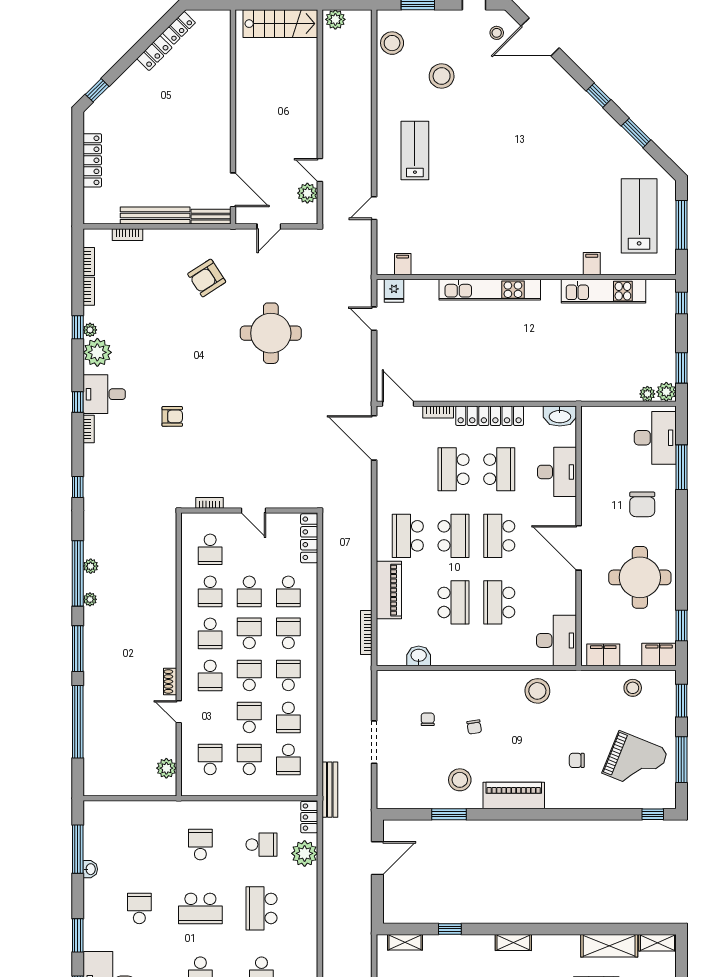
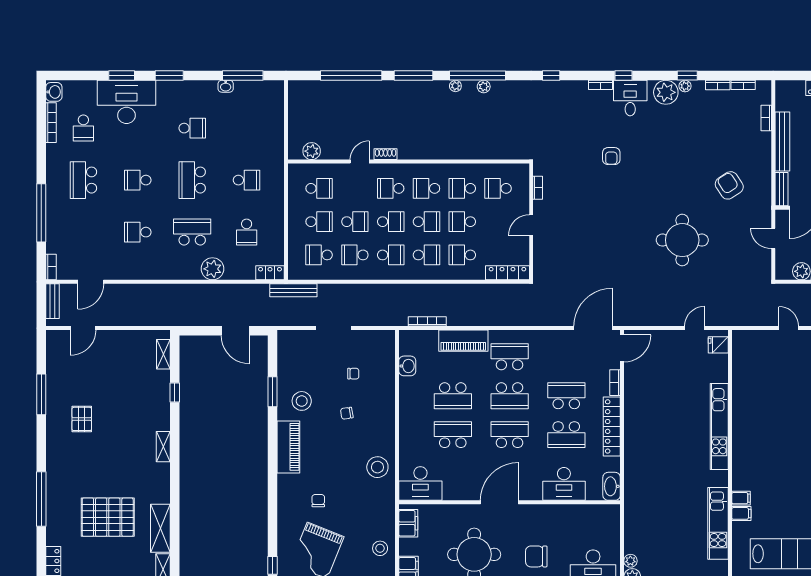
filing cabinet: (403, 264) -> (741, 498), moved
plant: (305, 853) -> (212, 269), moved

